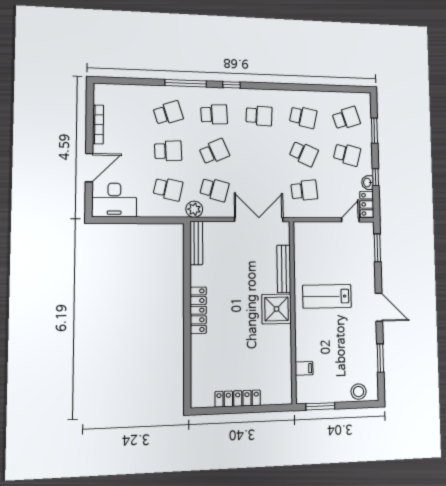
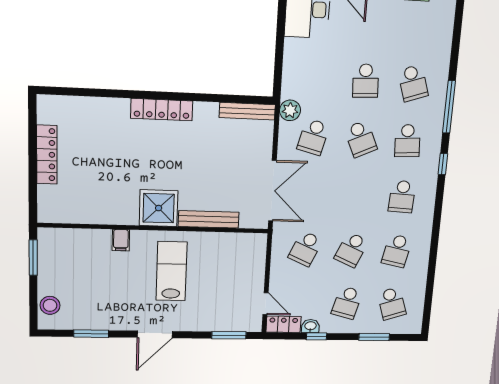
school desk: (168, 189) -> (318, 78), removed
school desk: (304, 190) -> (305, 249), turned 30
filing cabinet: (304, 368) -> (121, 240), moved

